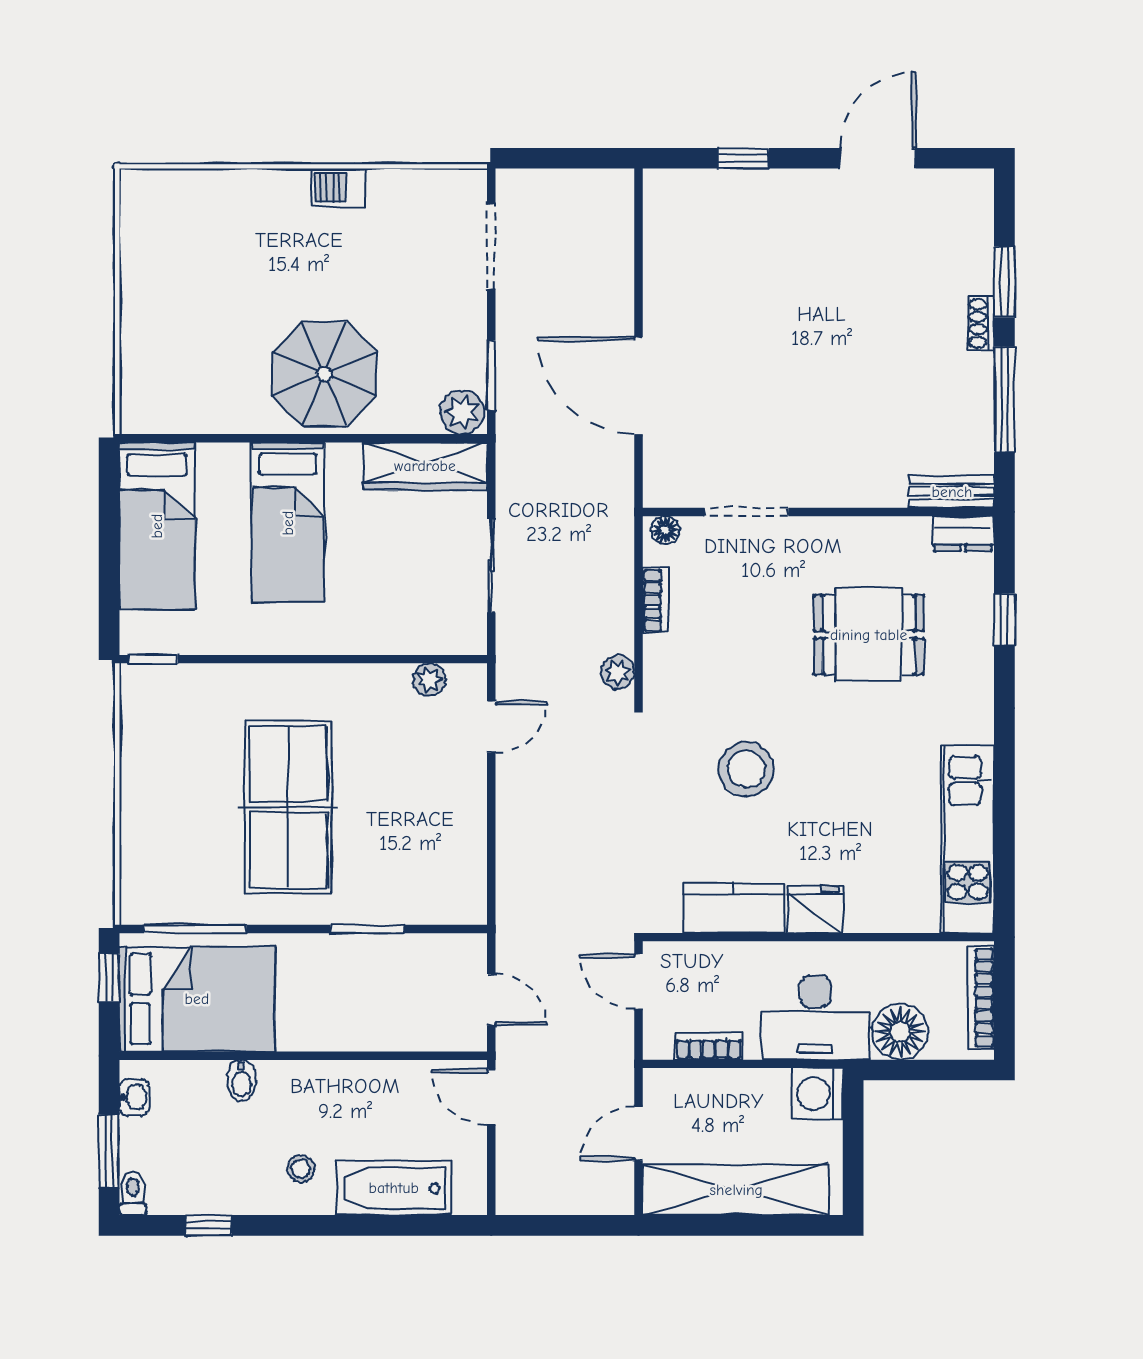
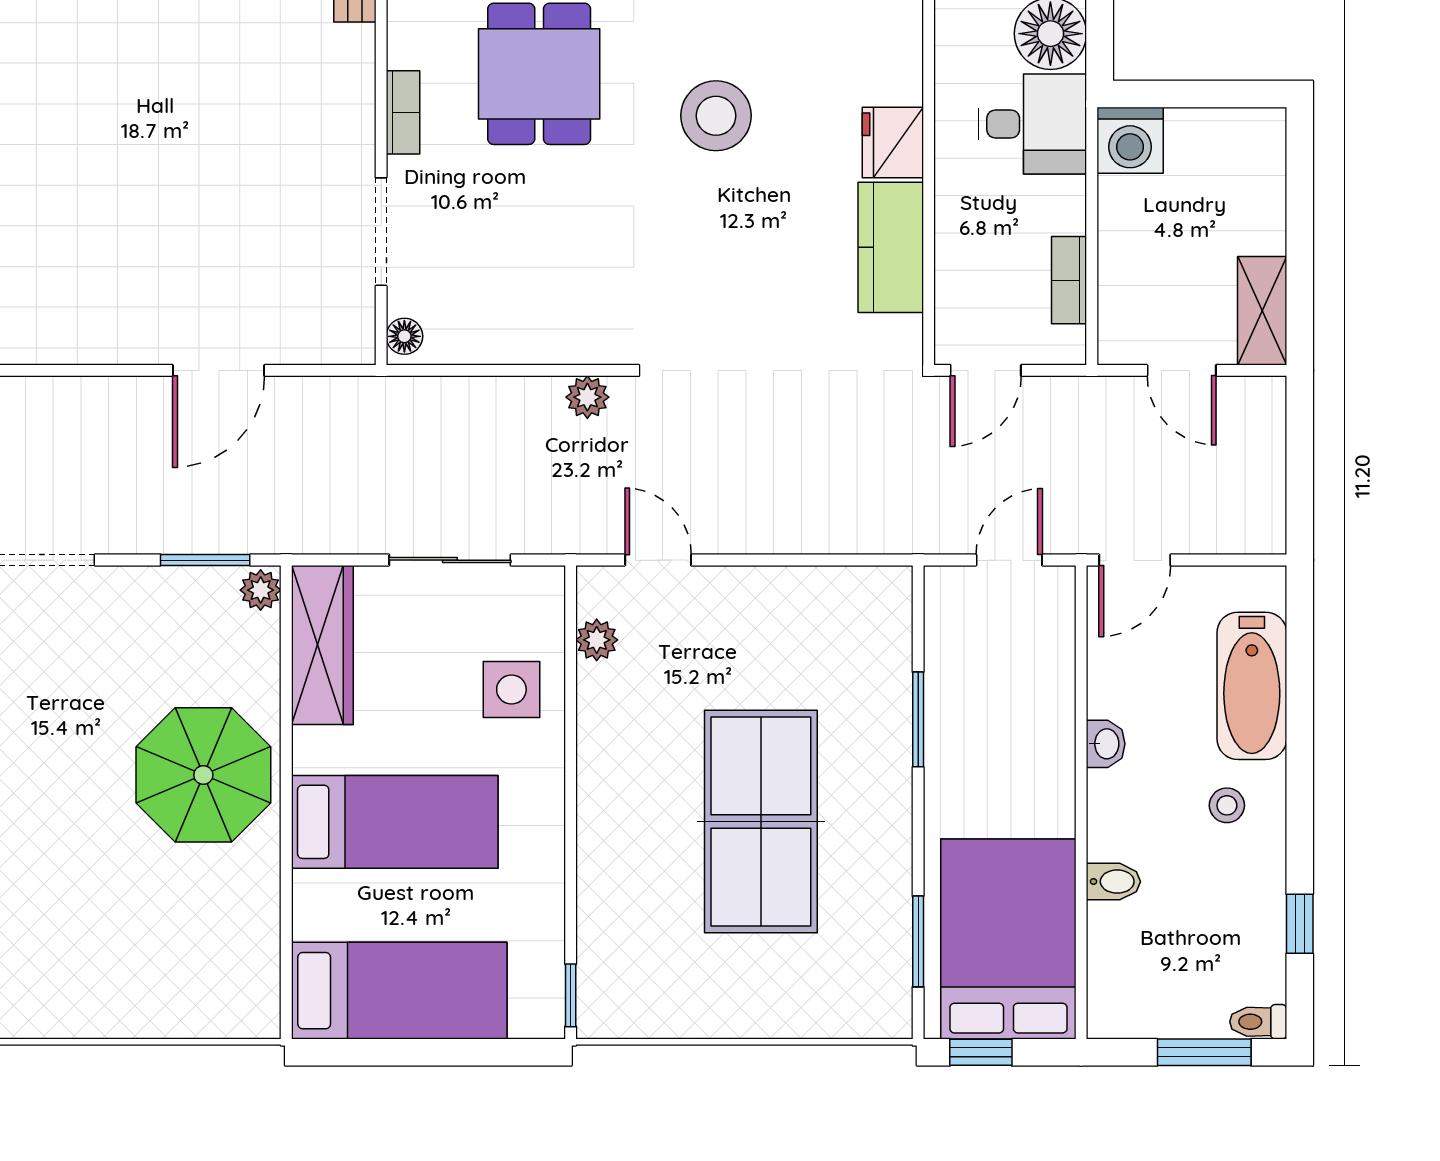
door: (638, 386) -> (218, 370), width x0.73
plant: (462, 412) -> (261, 590), width x0.73, depth x0.73
bookcase: (656, 600) -> (403, 112), moved, turned 90
side table: (391, 613) -> (511, 689), added
stool: (746, 769) -> (716, 116), moved
table tennis table: (288, 807) -> (761, 821), turned 90
window: (195, 929) -> (918, 941), width x0.69
desk: (815, 1018) -> (1032, 124), width x0.73
washbasin: (134, 1097) -> (1106, 744), moved, turned 90
shelving: (736, 1190) -> (1262, 311), width x0.45, depth x0.75

